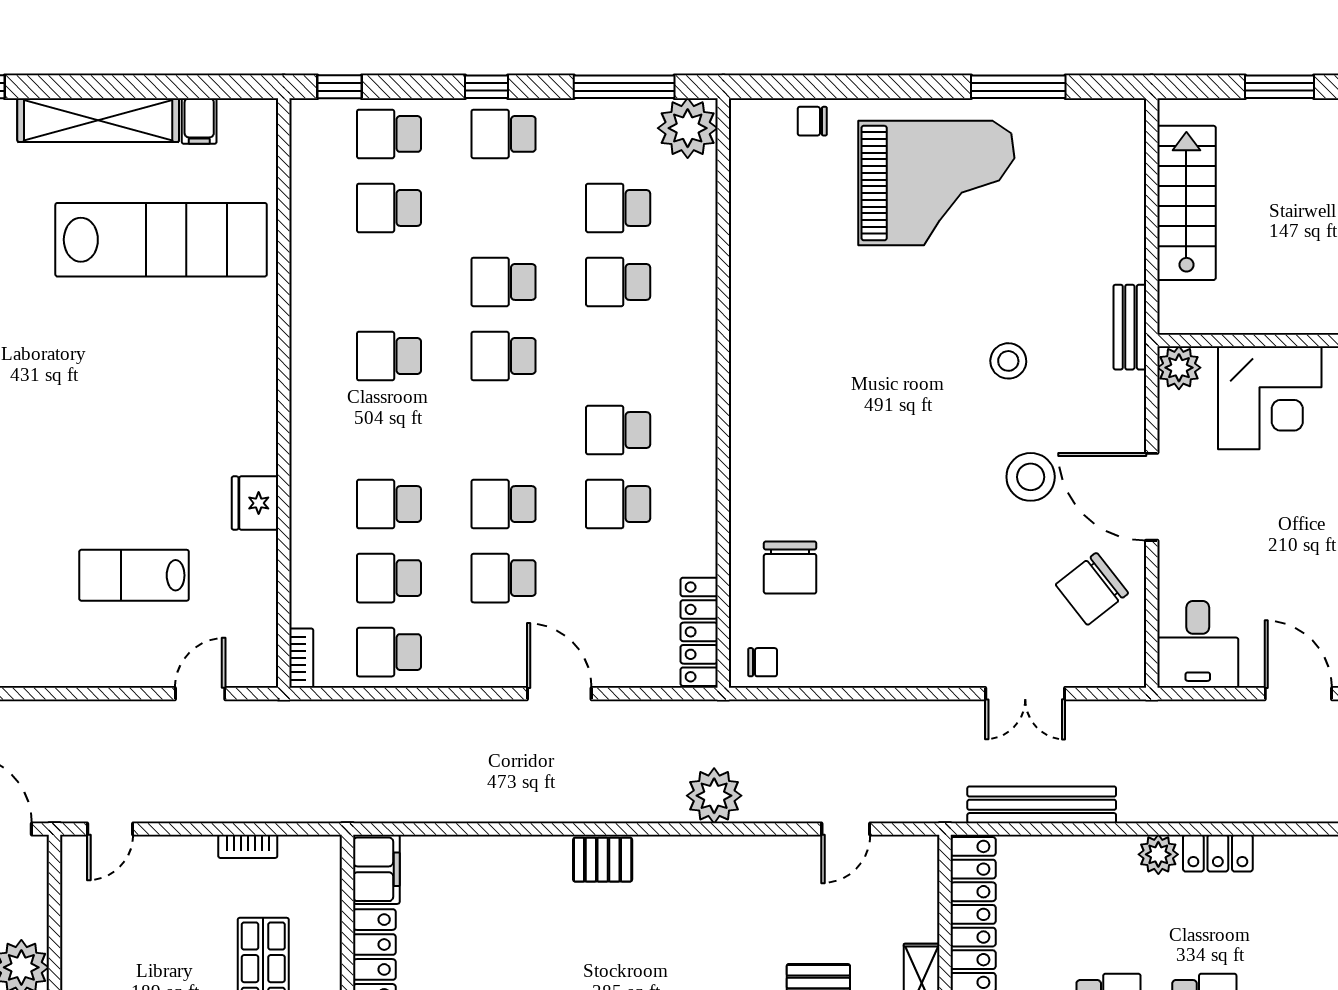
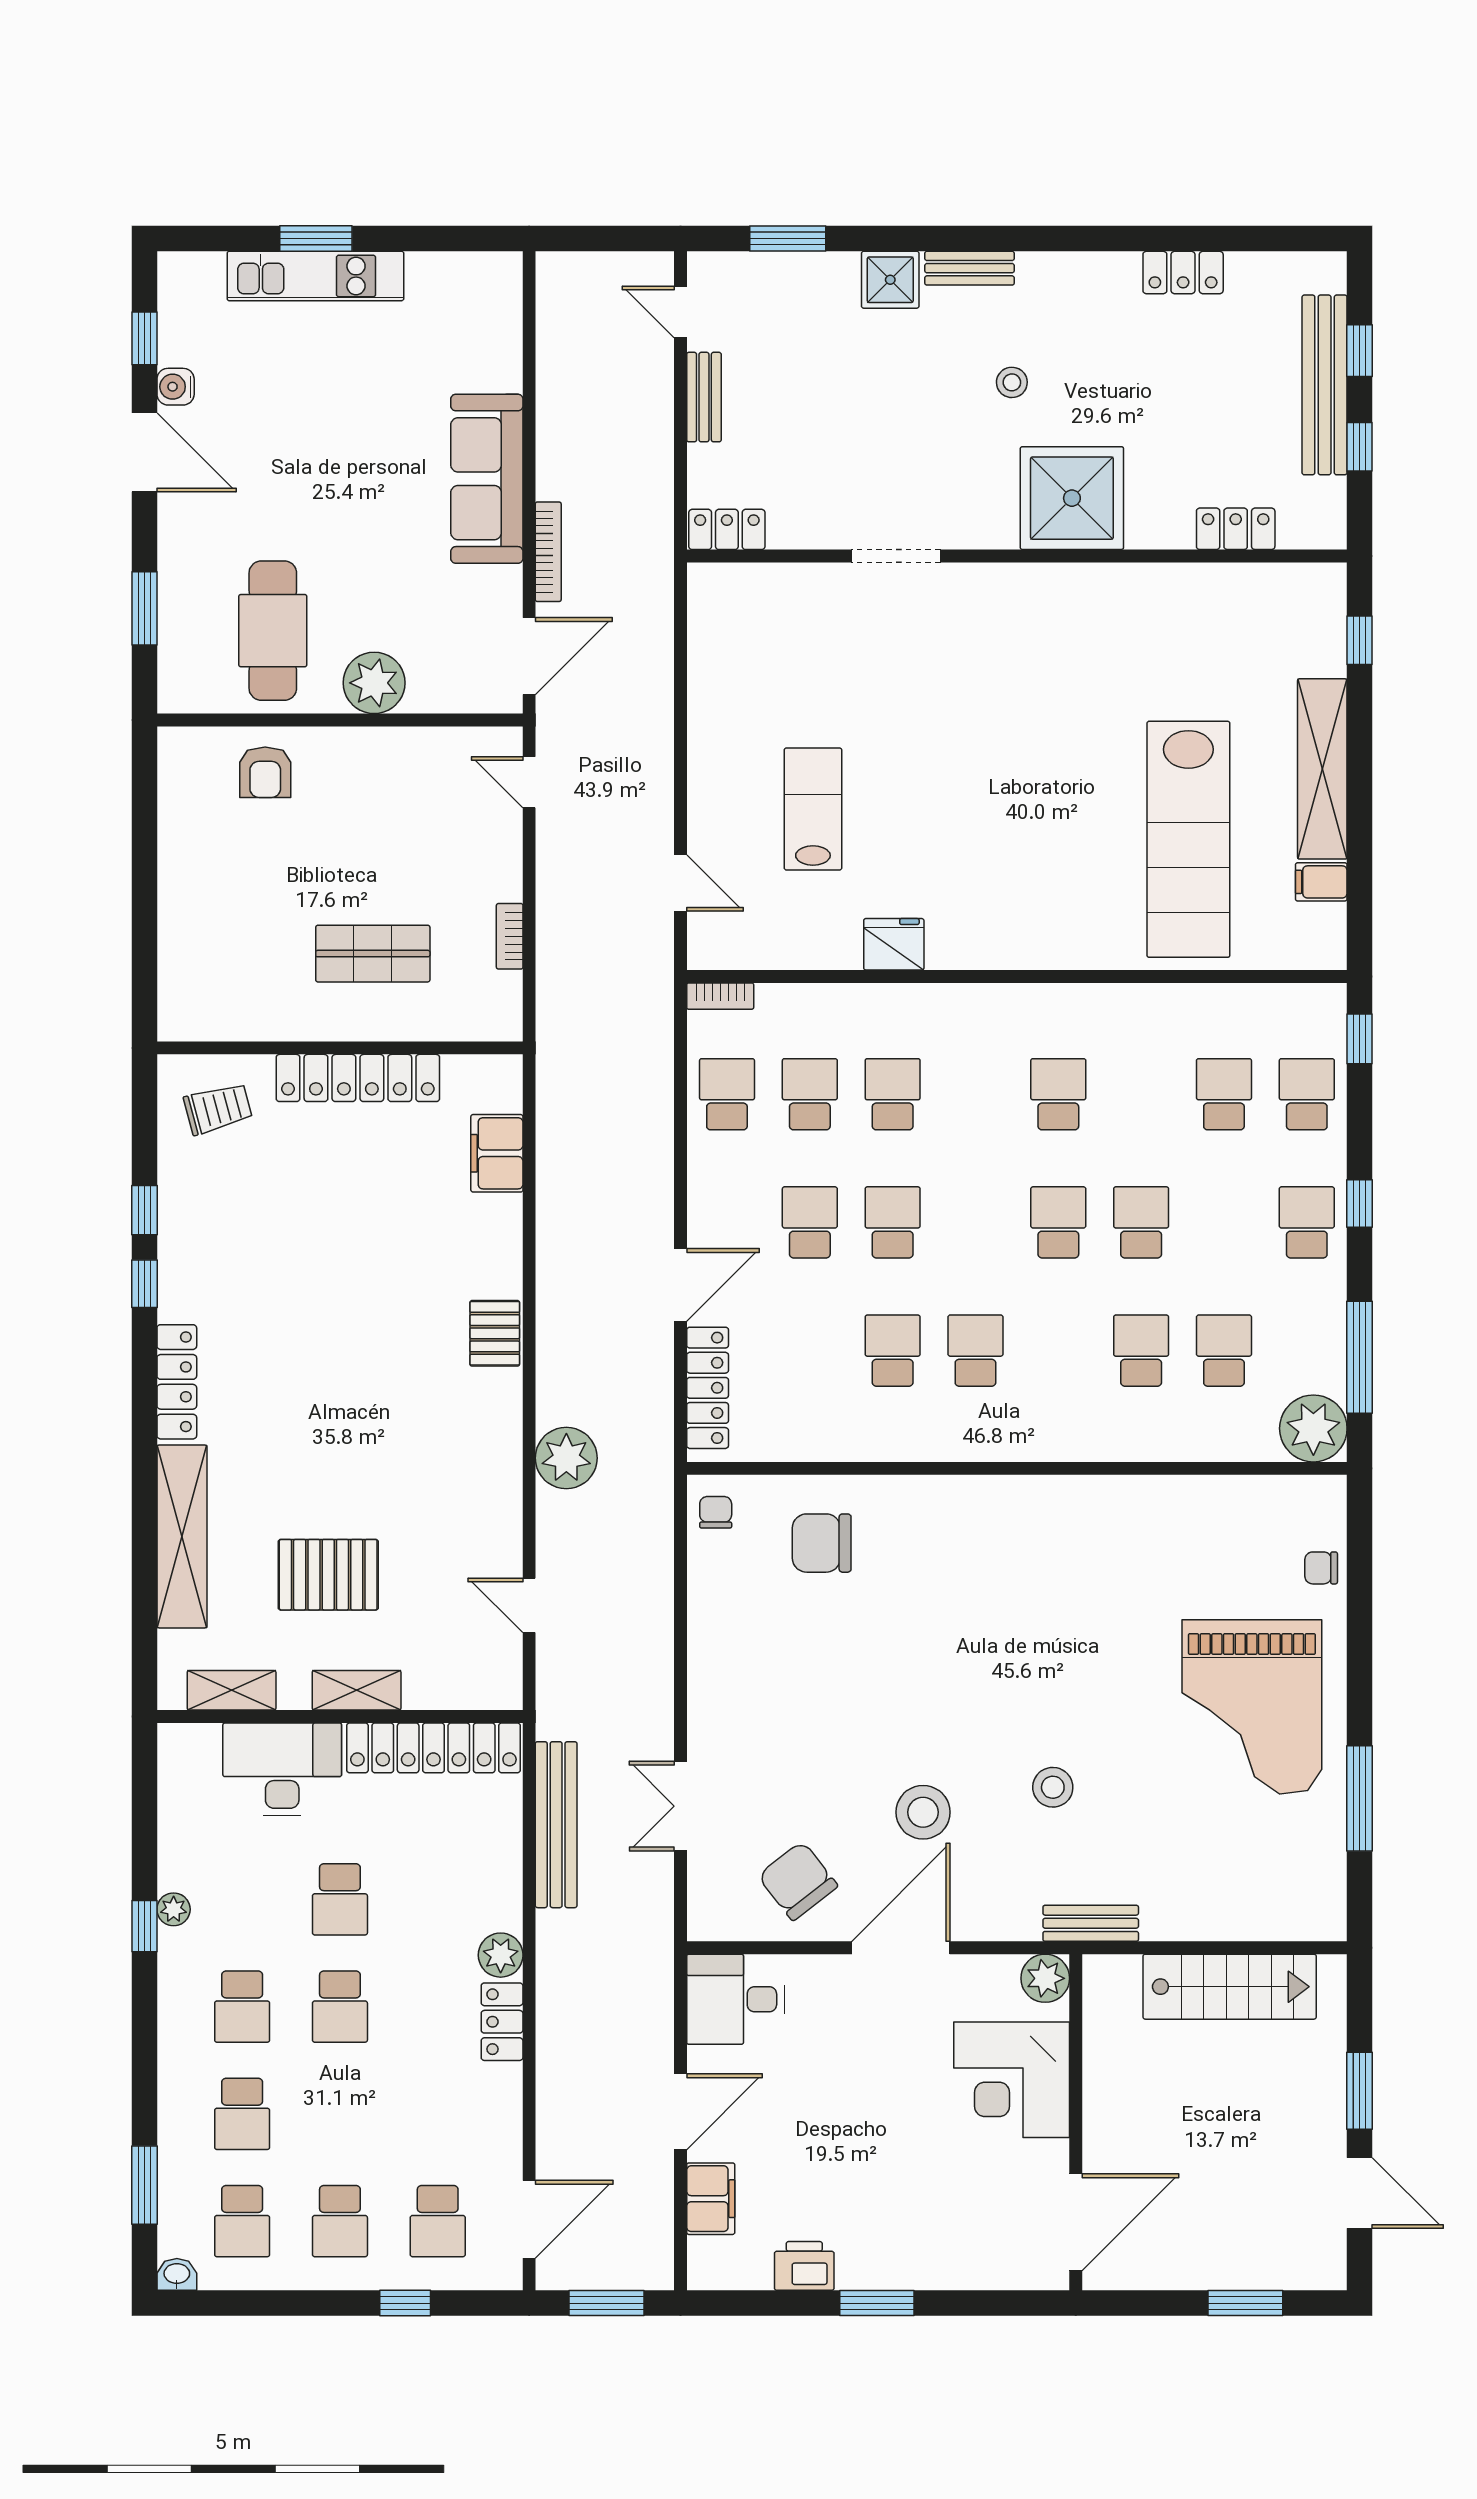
chair: (812, 121) -> (1321, 1568), turned -90
locker: (699, 632) -> (708, 1388), moved, turned 90
chair: (763, 662) -> (716, 1512), turned 180
filing cabinet: (376, 869) -> (497, 1153), moved, turned 90

